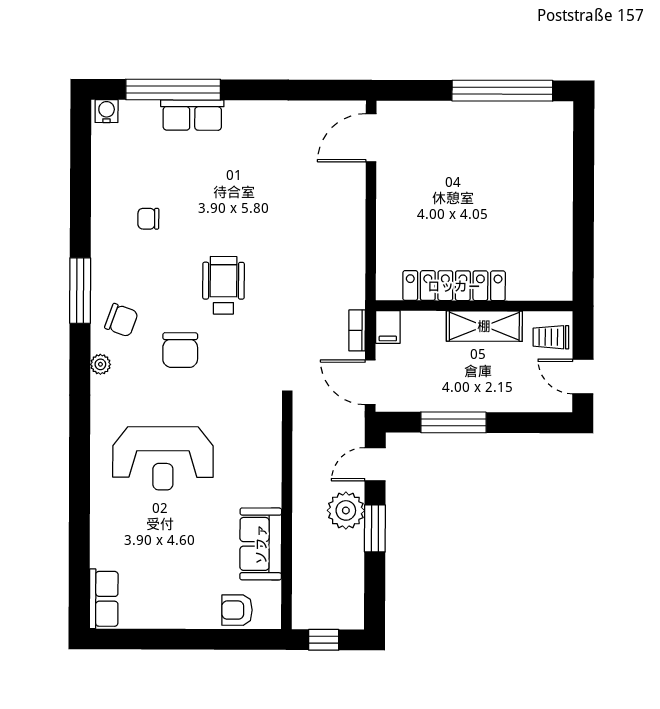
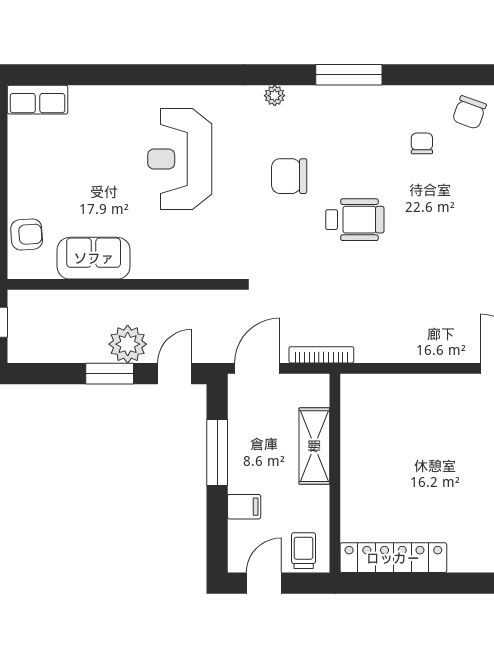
locker: (454, 286) -> (393, 558), moved, turned -90
chair: (121, 320) -> (469, 112), moved
shelving: (484, 326) -> (314, 446), moved
filing cabinet: (388, 327) -> (244, 507), moved, turned 180
bookcase: (357, 330) -> (321, 355), width x1.56
door: (375, 464) -> (174, 374), hinge flipped
armchair: (237, 610) -> (27, 234), turned 86

